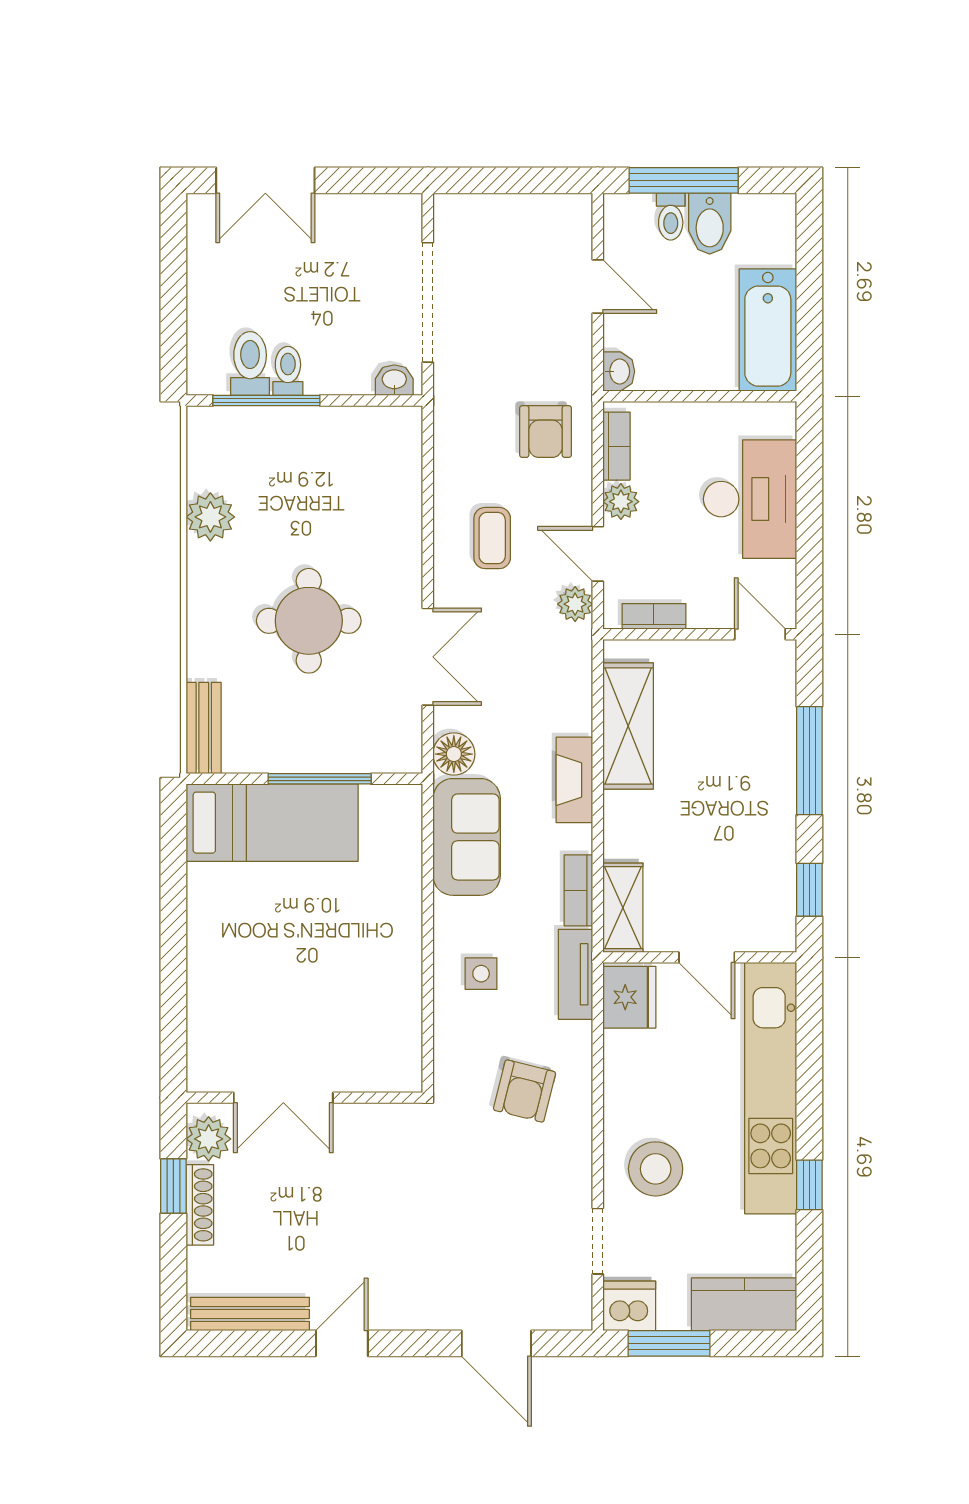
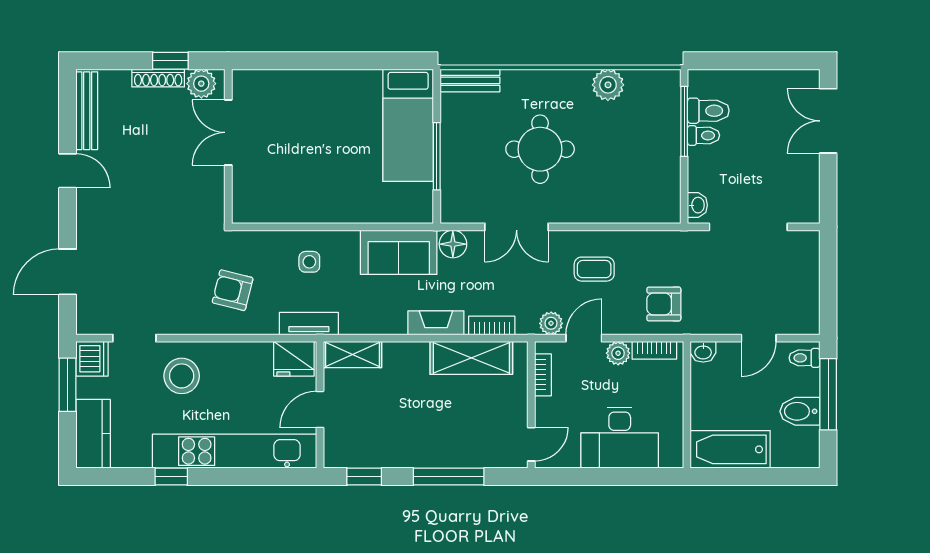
toilet: (671, 217) -> (804, 358), moved
bookcase: (578, 890) -> (492, 325), moved

